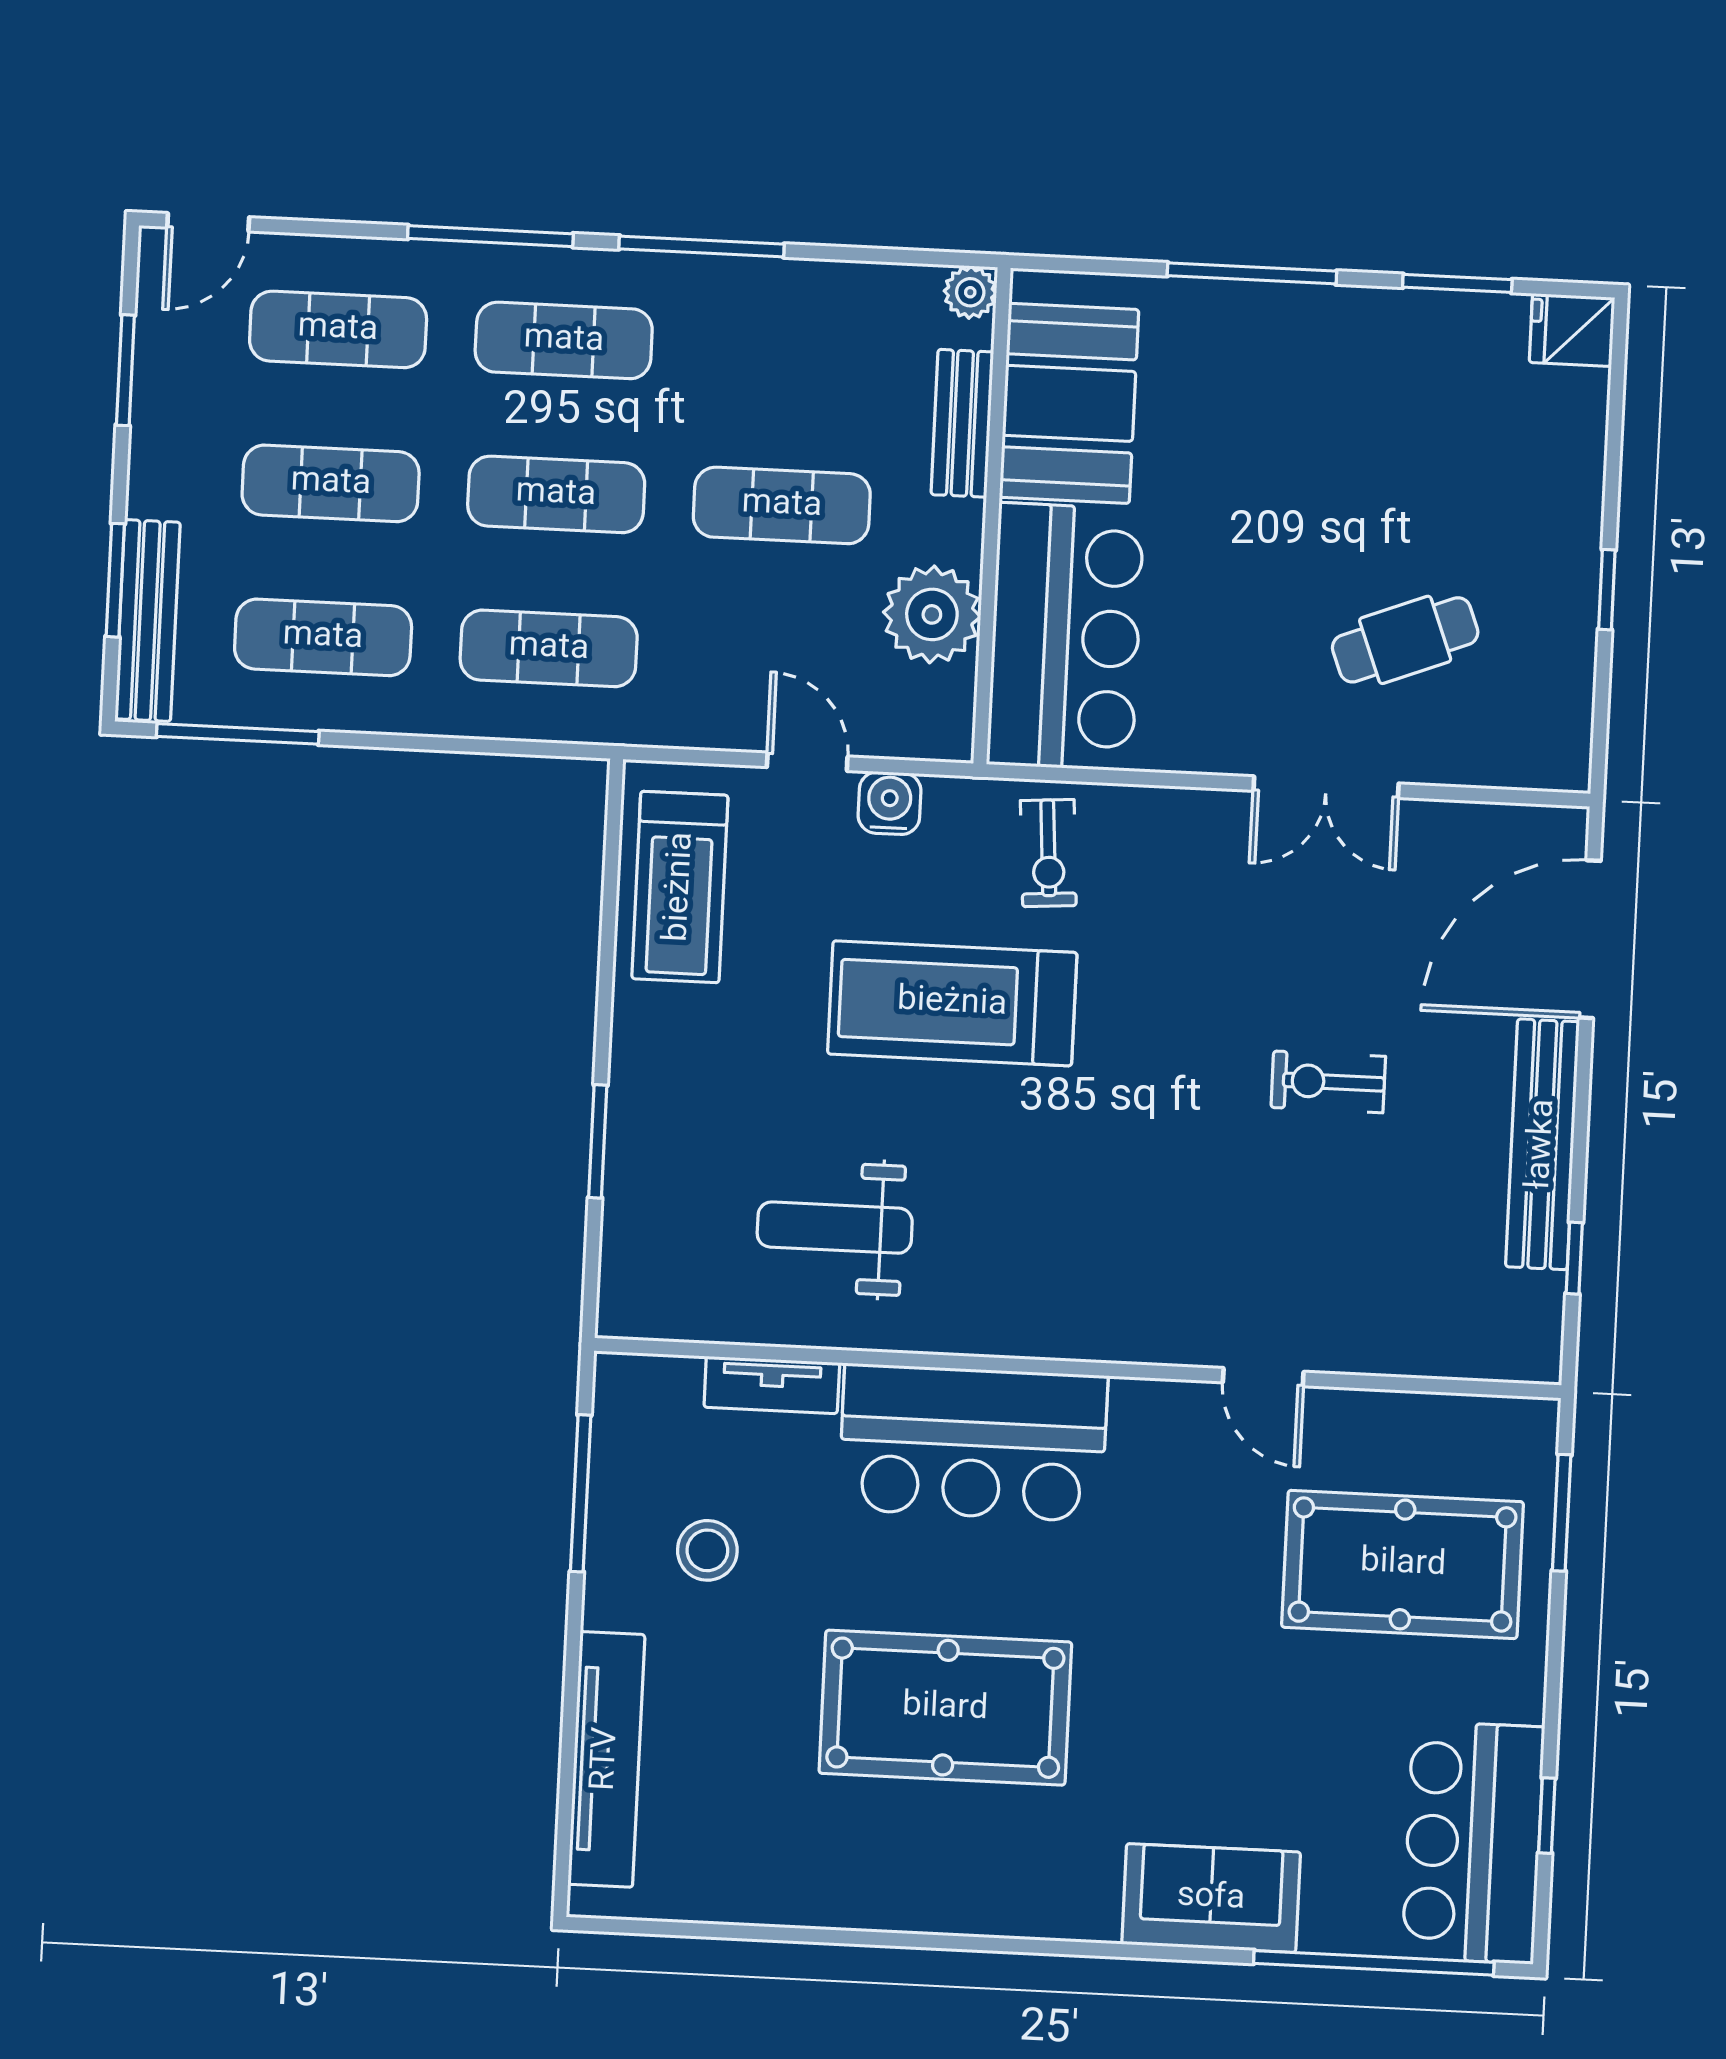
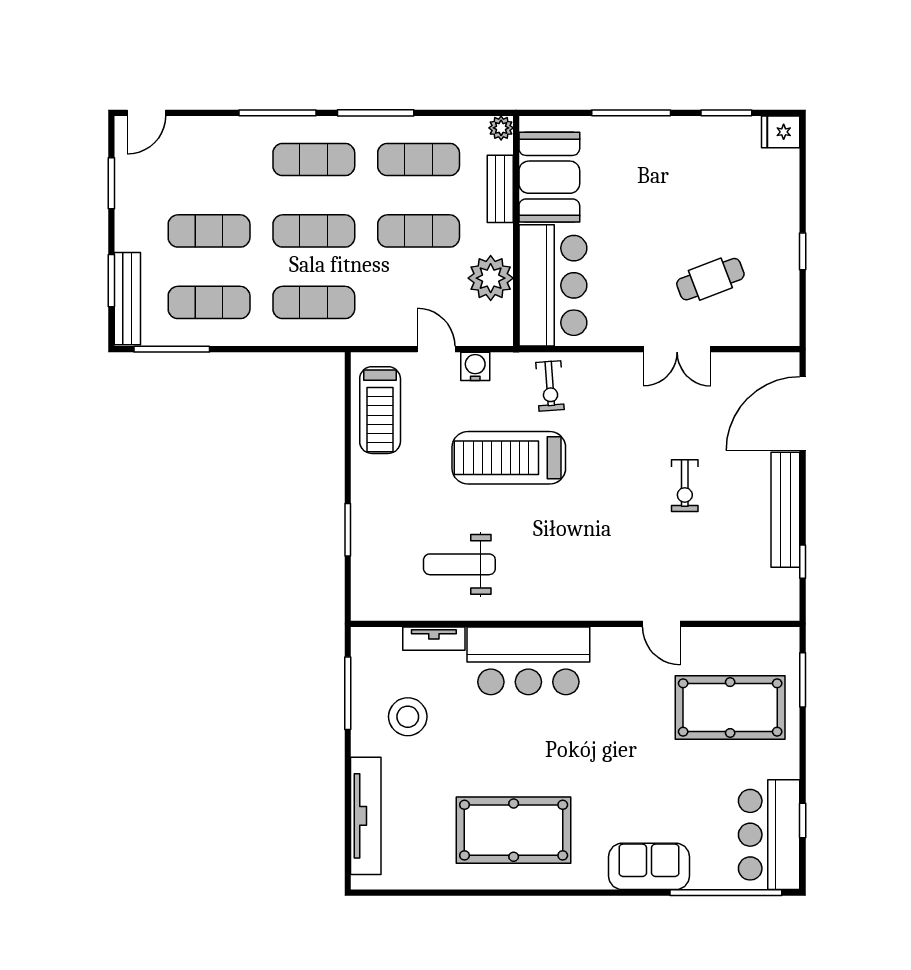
exercise mat: (338, 329) -> (419, 159), moved
exercise bike: (1328, 1082) -> (685, 486), turned -90
stool: (707, 1550) -> (408, 717), width x1.38, depth x1.38
pool table: (945, 1708) -> (514, 830), moved

